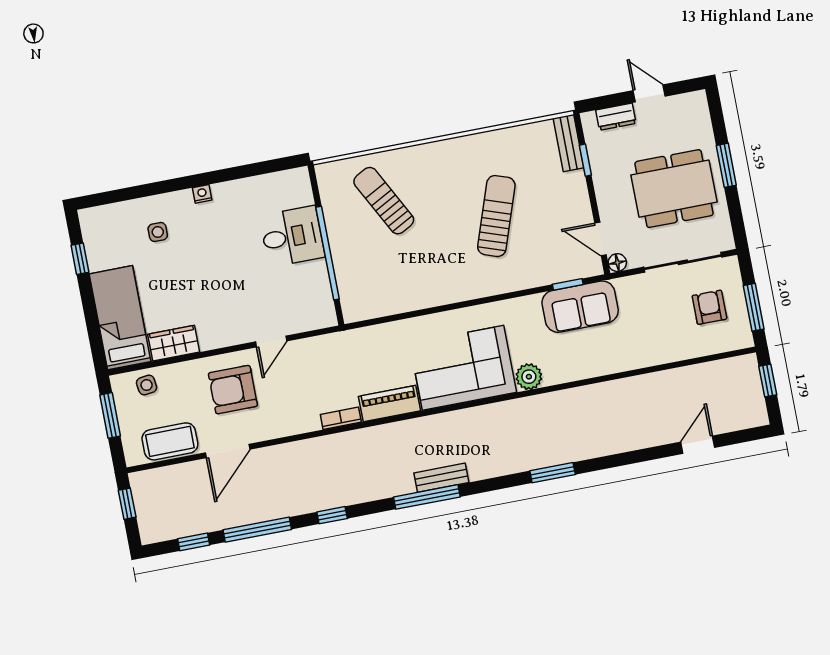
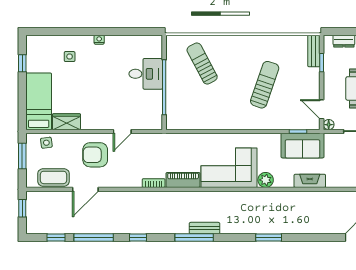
fireplace: (604, 364) -> (310, 181), added

